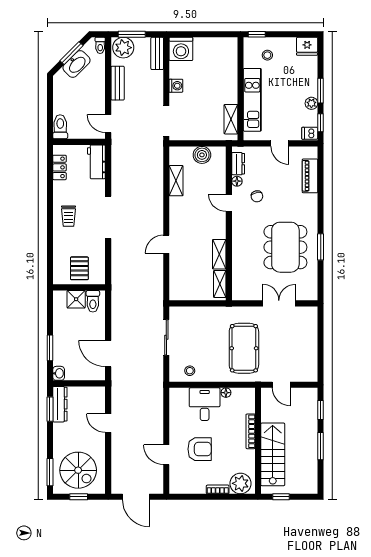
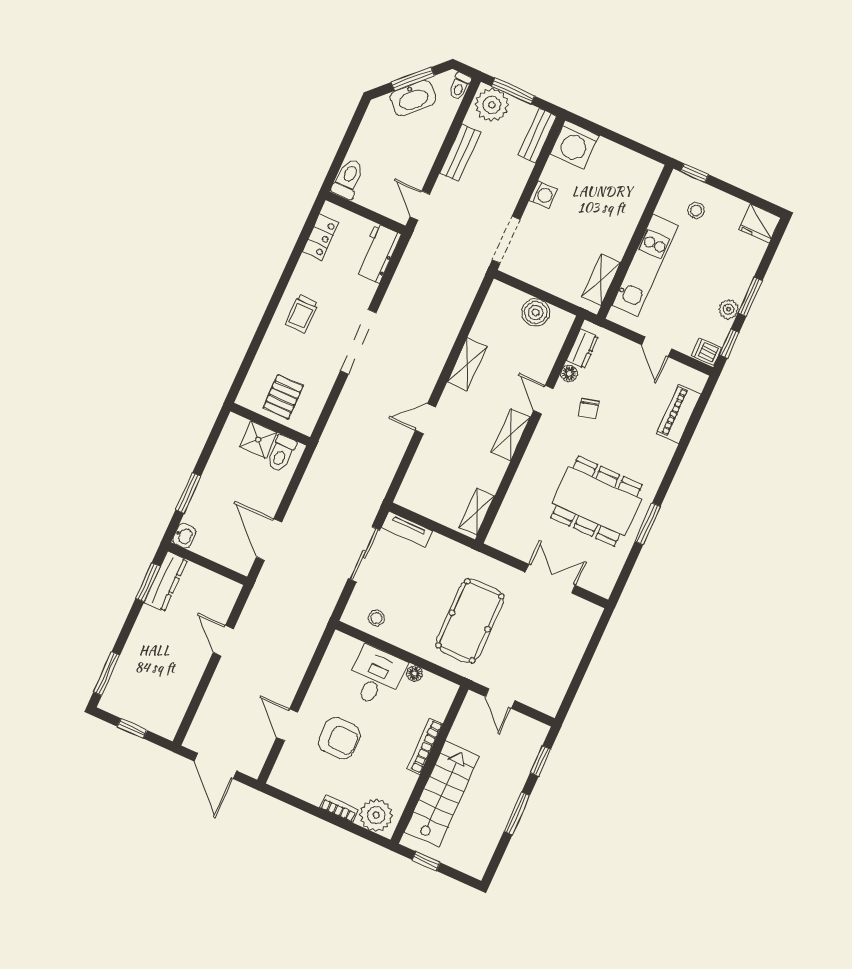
shelving: (176, 181) -> (467, 364), moved
dining table: (285, 247) -> (596, 501), turned 90
shelving: (219, 254) -> (511, 434), moved
tv unit: (184, 312) -> (407, 529), added
spiral stairs: (78, 470) -> (149, 689), removed

